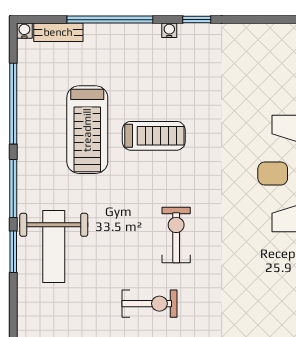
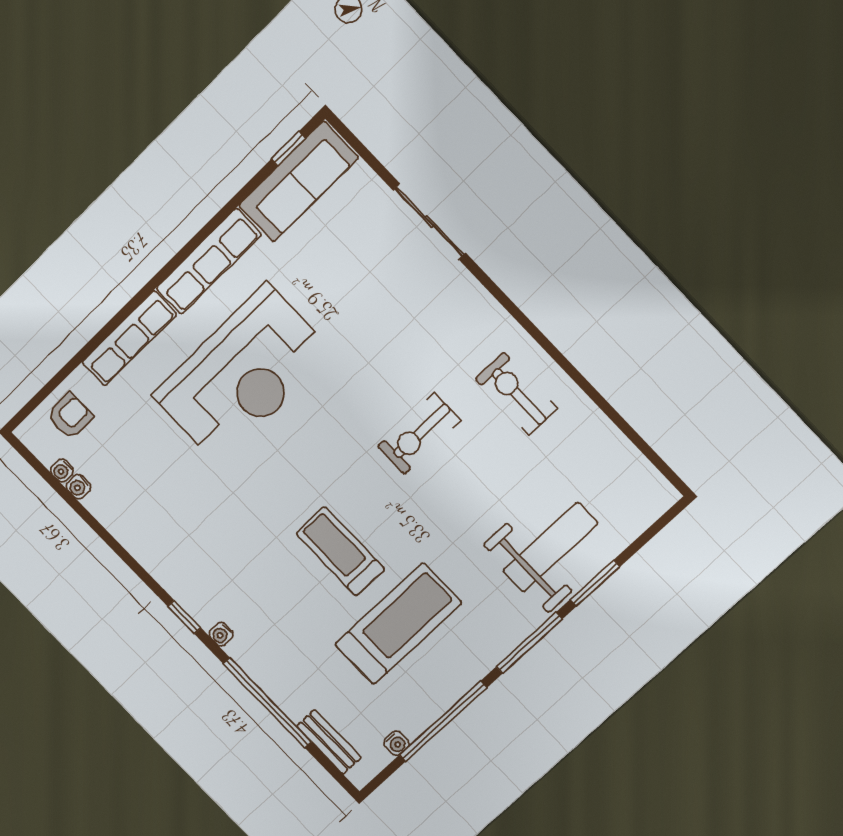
water cooler: (24, 31) -> (396, 743), moved, turned -90

